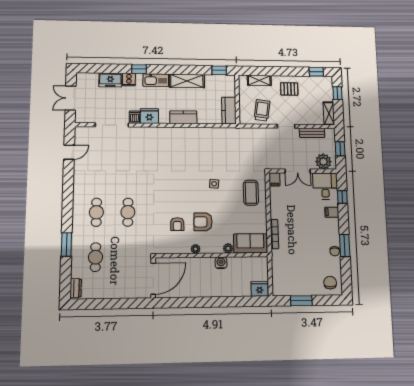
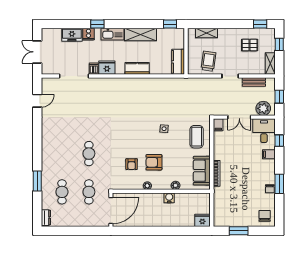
pallet: (289, 89) -> (250, 45), moved
cafe table: (96, 212) -> (89, 192), moved
sofa: (250, 243) -> (202, 171), moved, turned -90

